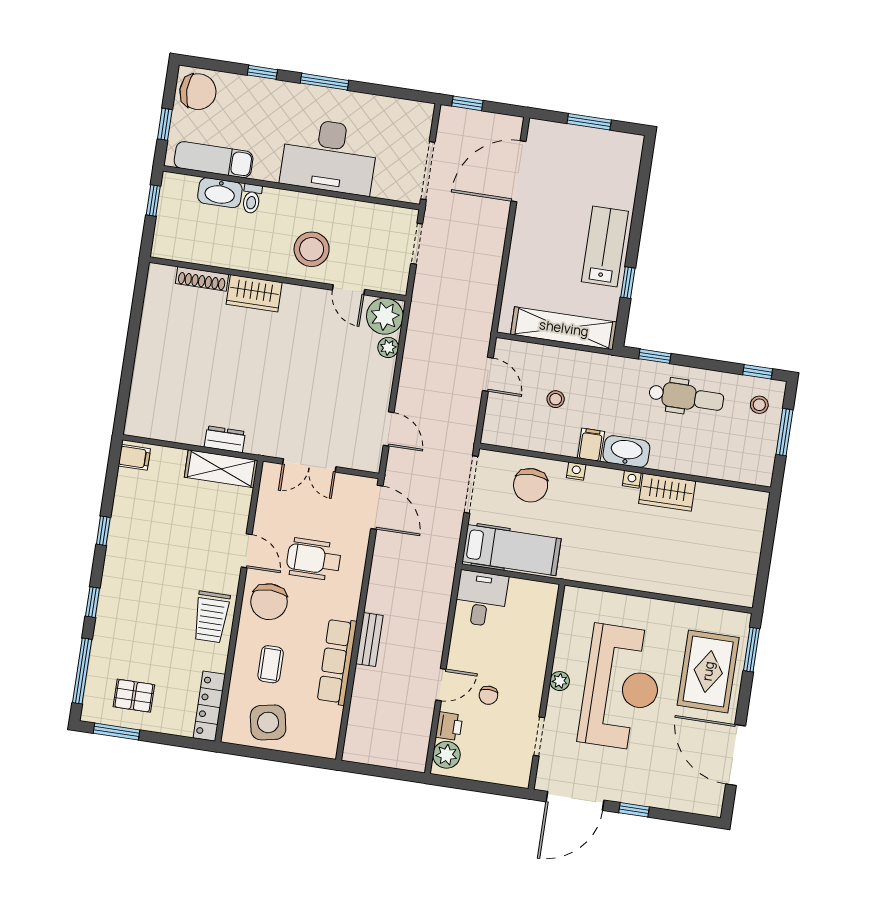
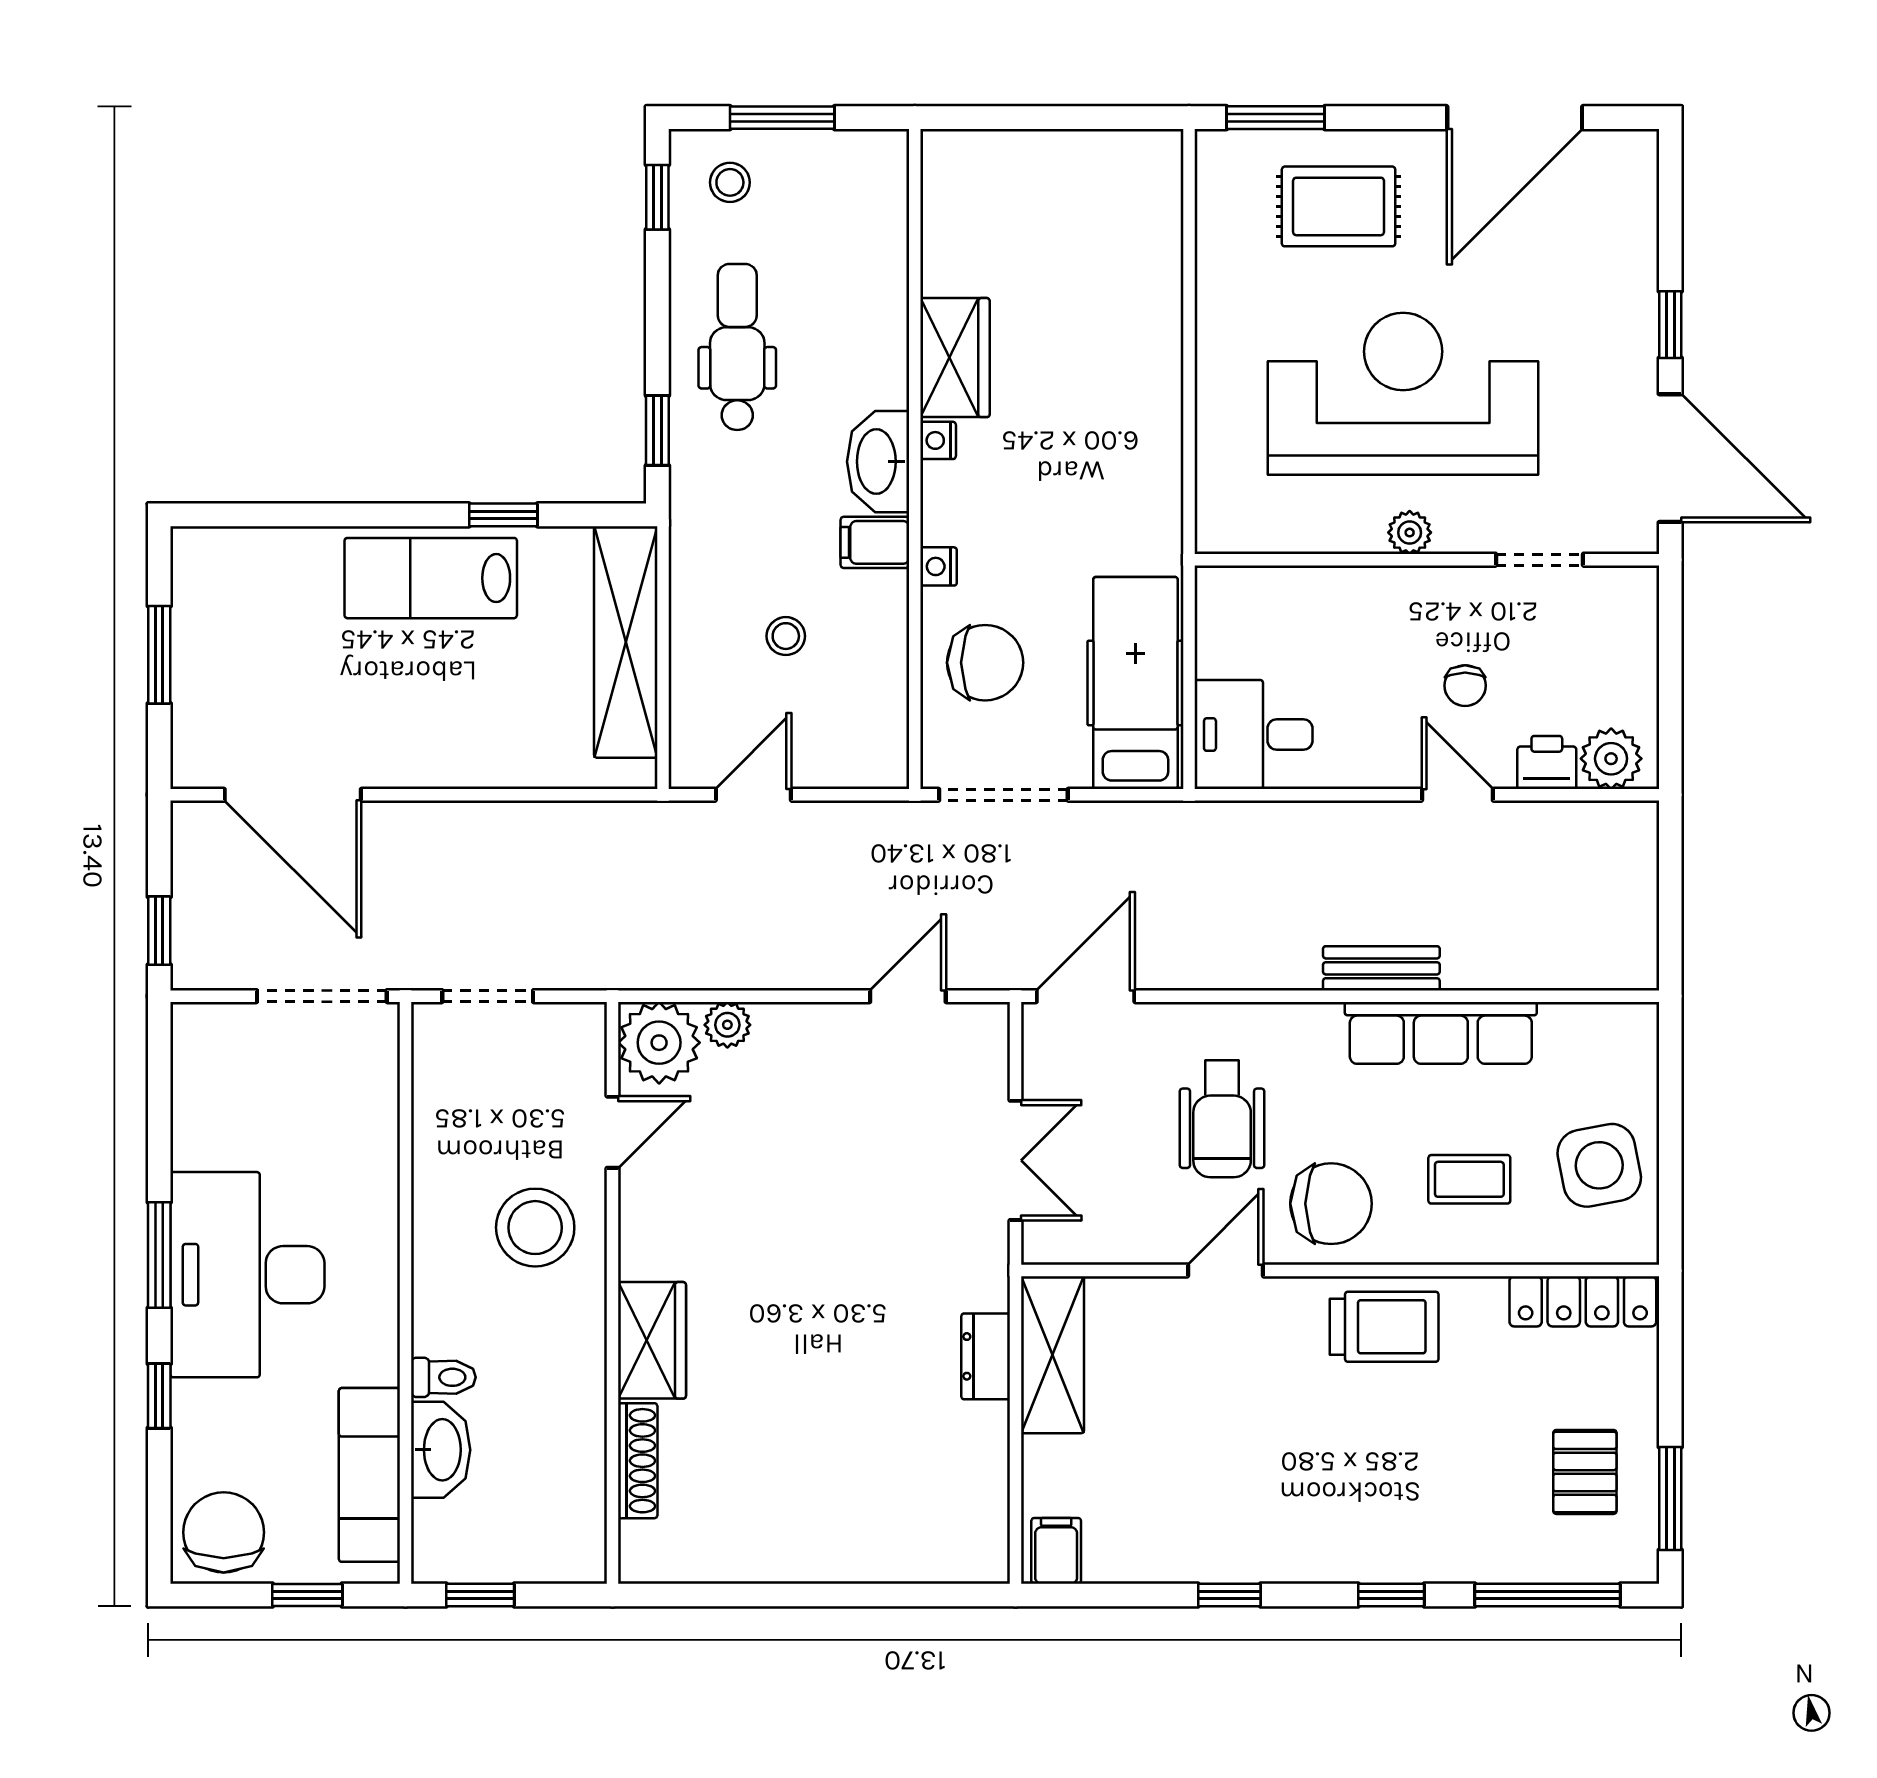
desk: (329, 156) -> (247, 1275), moved, turned 180
rug: (708, 671) -> (1339, 206), width x0.73, depth x0.70
chair: (488, 695) -> (1465, 686), turned 90

